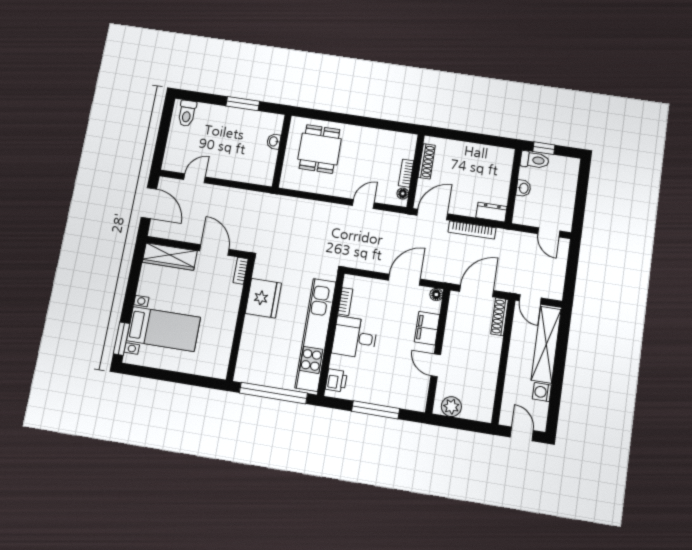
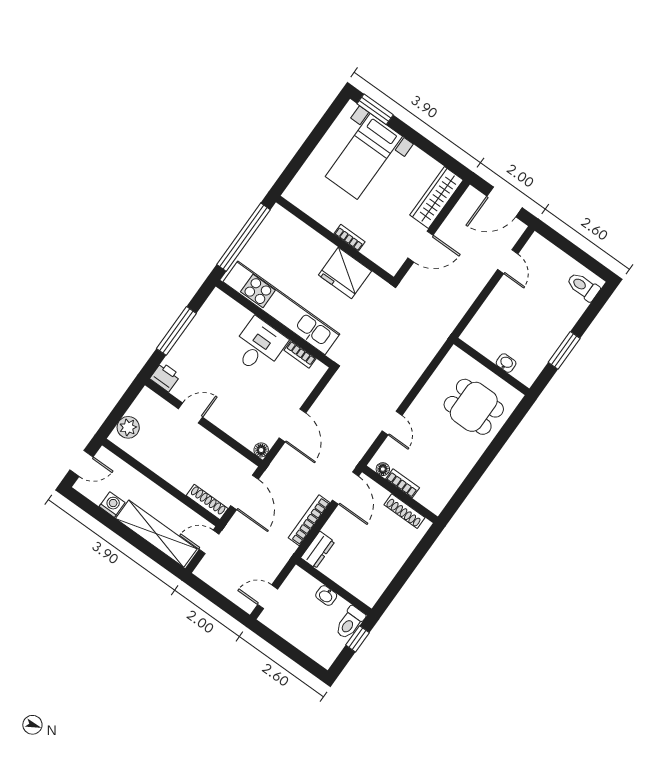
bookcase: (241, 271) -> (349, 238), moved
filing cabinet: (427, 328) -> (232, 423), removed
printer: (336, 380) -> (165, 377), moved, turned 180
plant: (451, 407) -> (128, 427), moved

